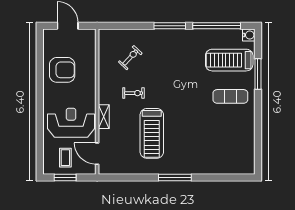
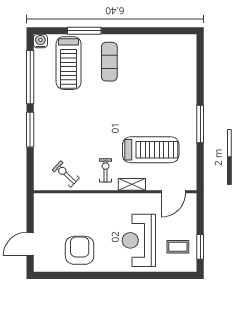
wall: (97, 102) -> (115, 192), moved
shelving: (104, 117) -> (132, 184), moved
door: (97, 154) -> (173, 192), moved

